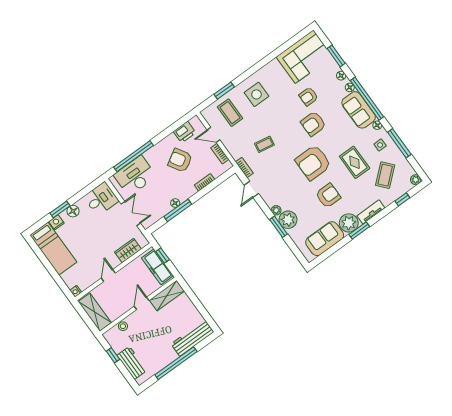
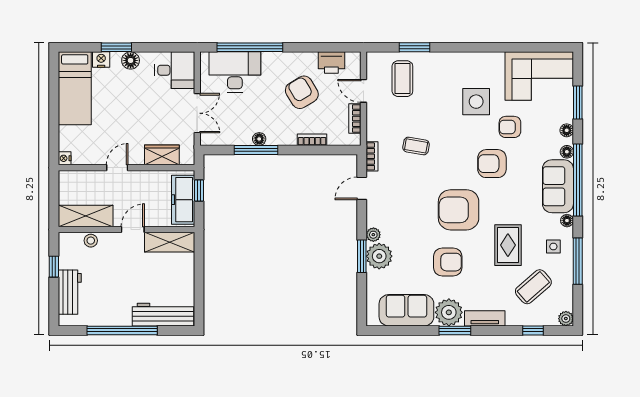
side table: (256, 94) -> (476, 102), moved
shelving: (95, 312) -> (86, 216), moved, turned 90

